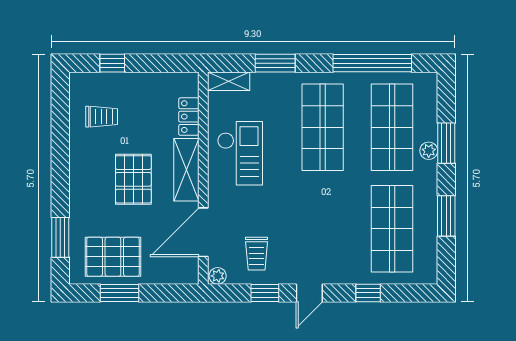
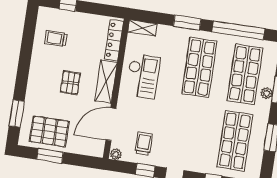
window: (275, 63) -> (187, 23), moved
trolley: (102, 117) -> (56, 39), turned 180
locker: (189, 117) -> (114, 40), width x1.53
pallet: (133, 179) -> (70, 83), width x0.67, depth x0.71
trolley: (257, 254) -> (144, 144), turned 180

